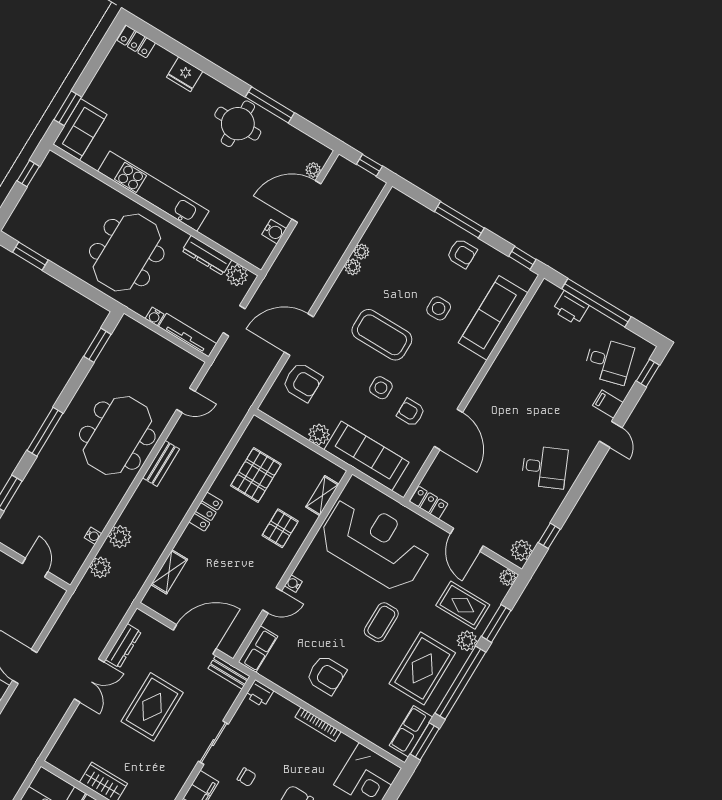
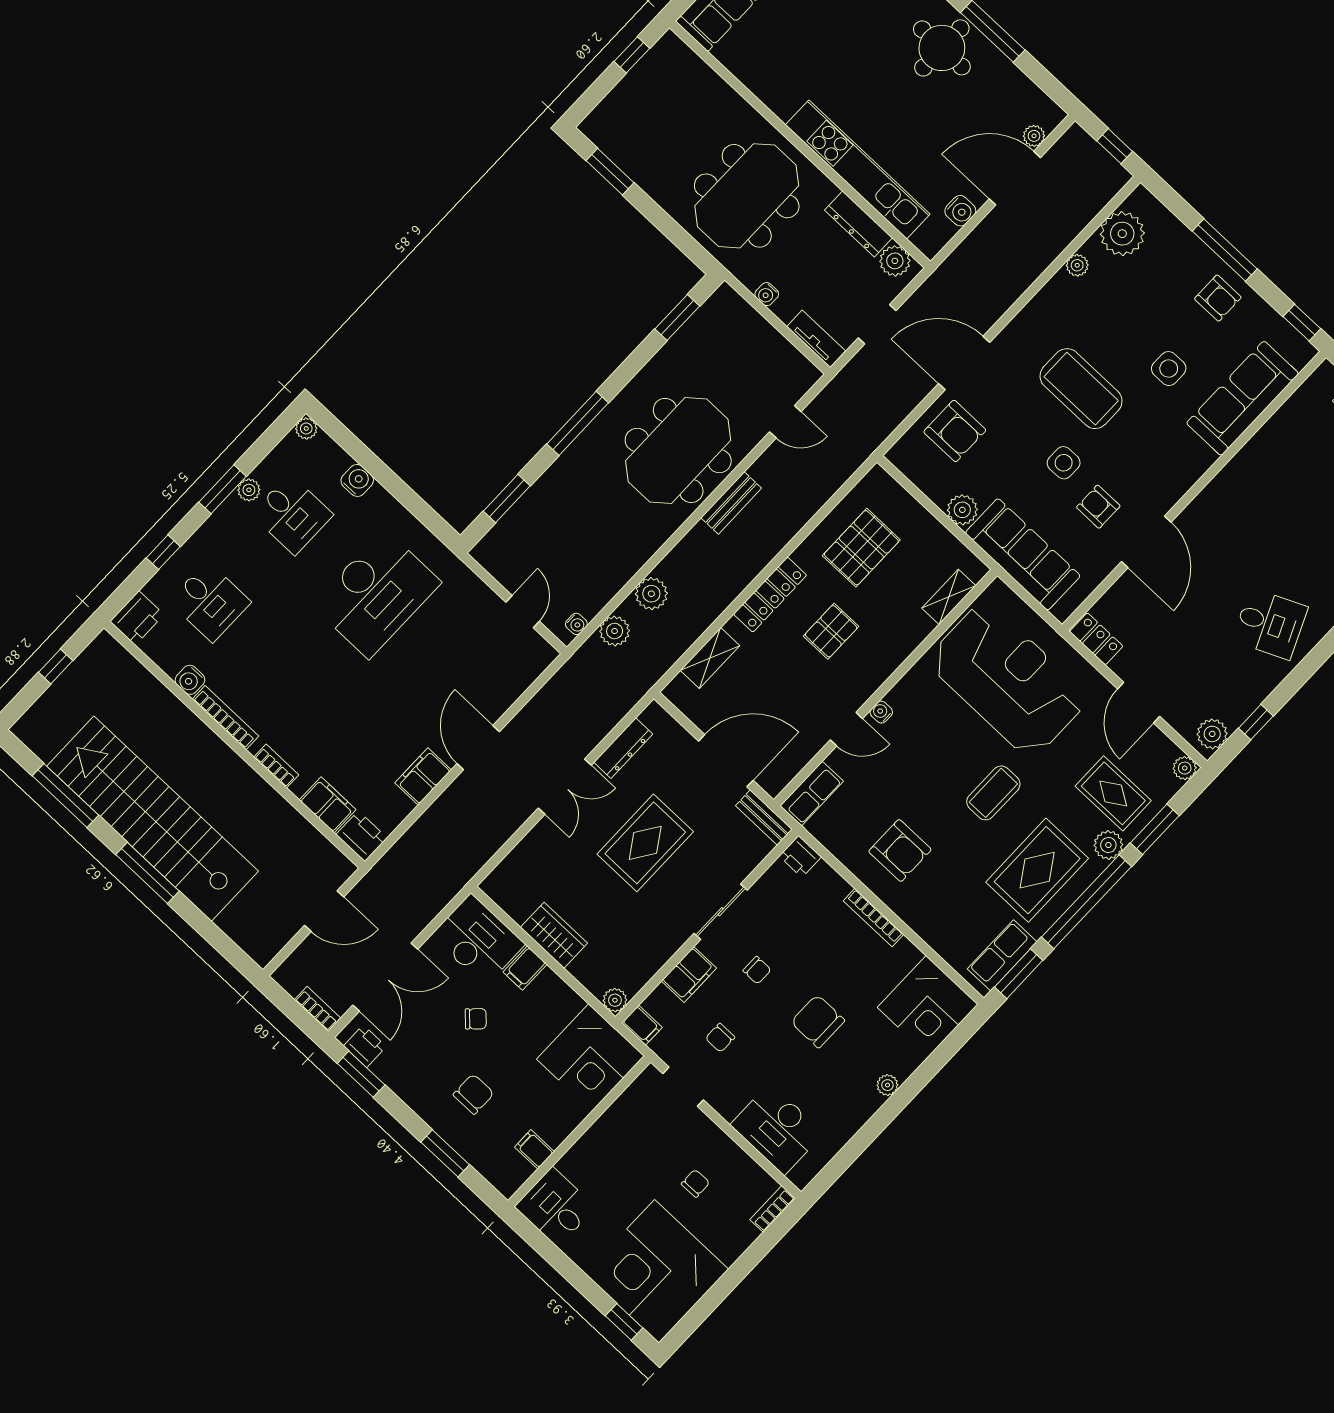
kitchen unit: (153, 191) -> (858, 170), moved
plant: (353, 267) -> (1122, 234), moved, width x1.88, depth x1.88
tv unit: (187, 335) -> (816, 339), width x0.71
locker: (206, 512) -> (770, 595), width x1.53
pallet: (280, 528) -> (831, 631), moved
water cooler: (93, 536) -> (576, 624), moved

